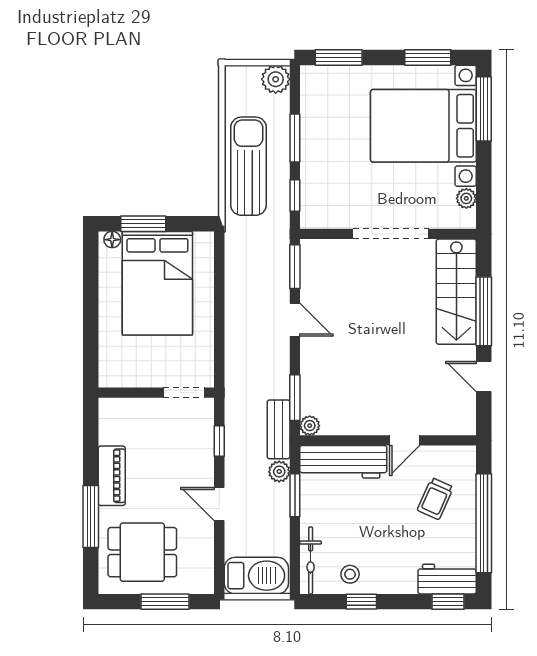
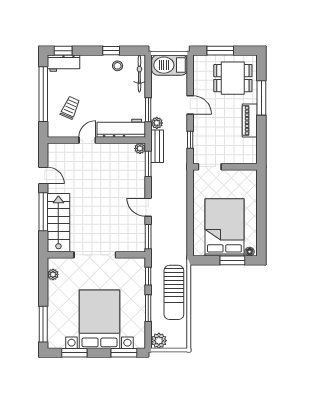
bed with nightstands: (423, 126) -> (99, 319), moved, turned -90

